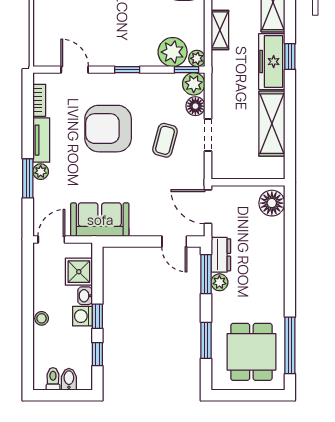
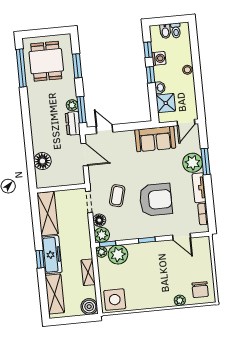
plant: (41, 172) -> (193, 163), width x1.88, depth x1.88
wall: (248, 182) -> (61, 188), moved
washing machine: (82, 316) -> (159, 58), moved

